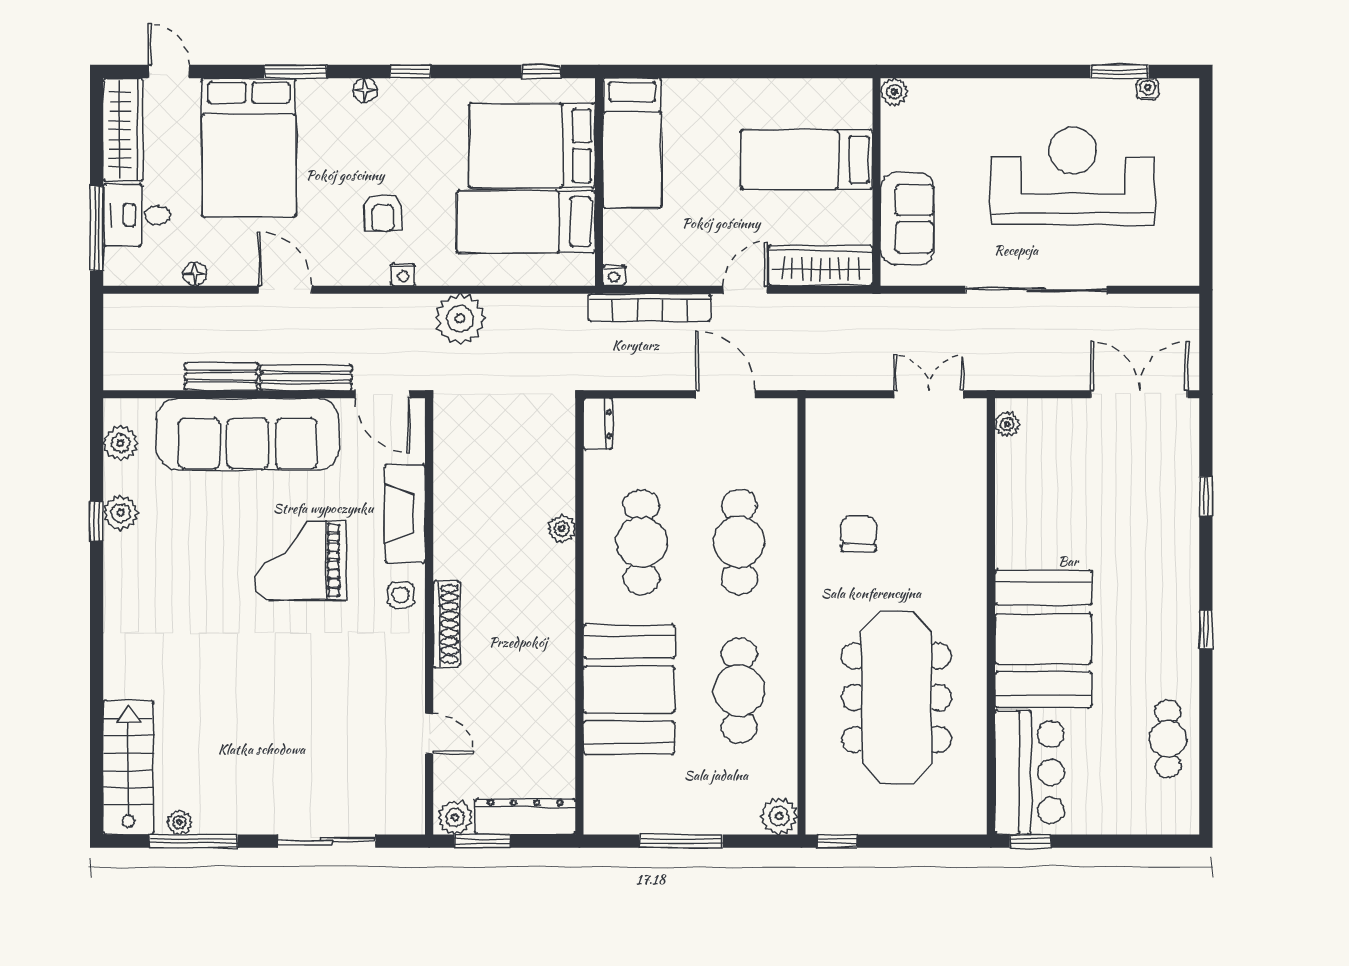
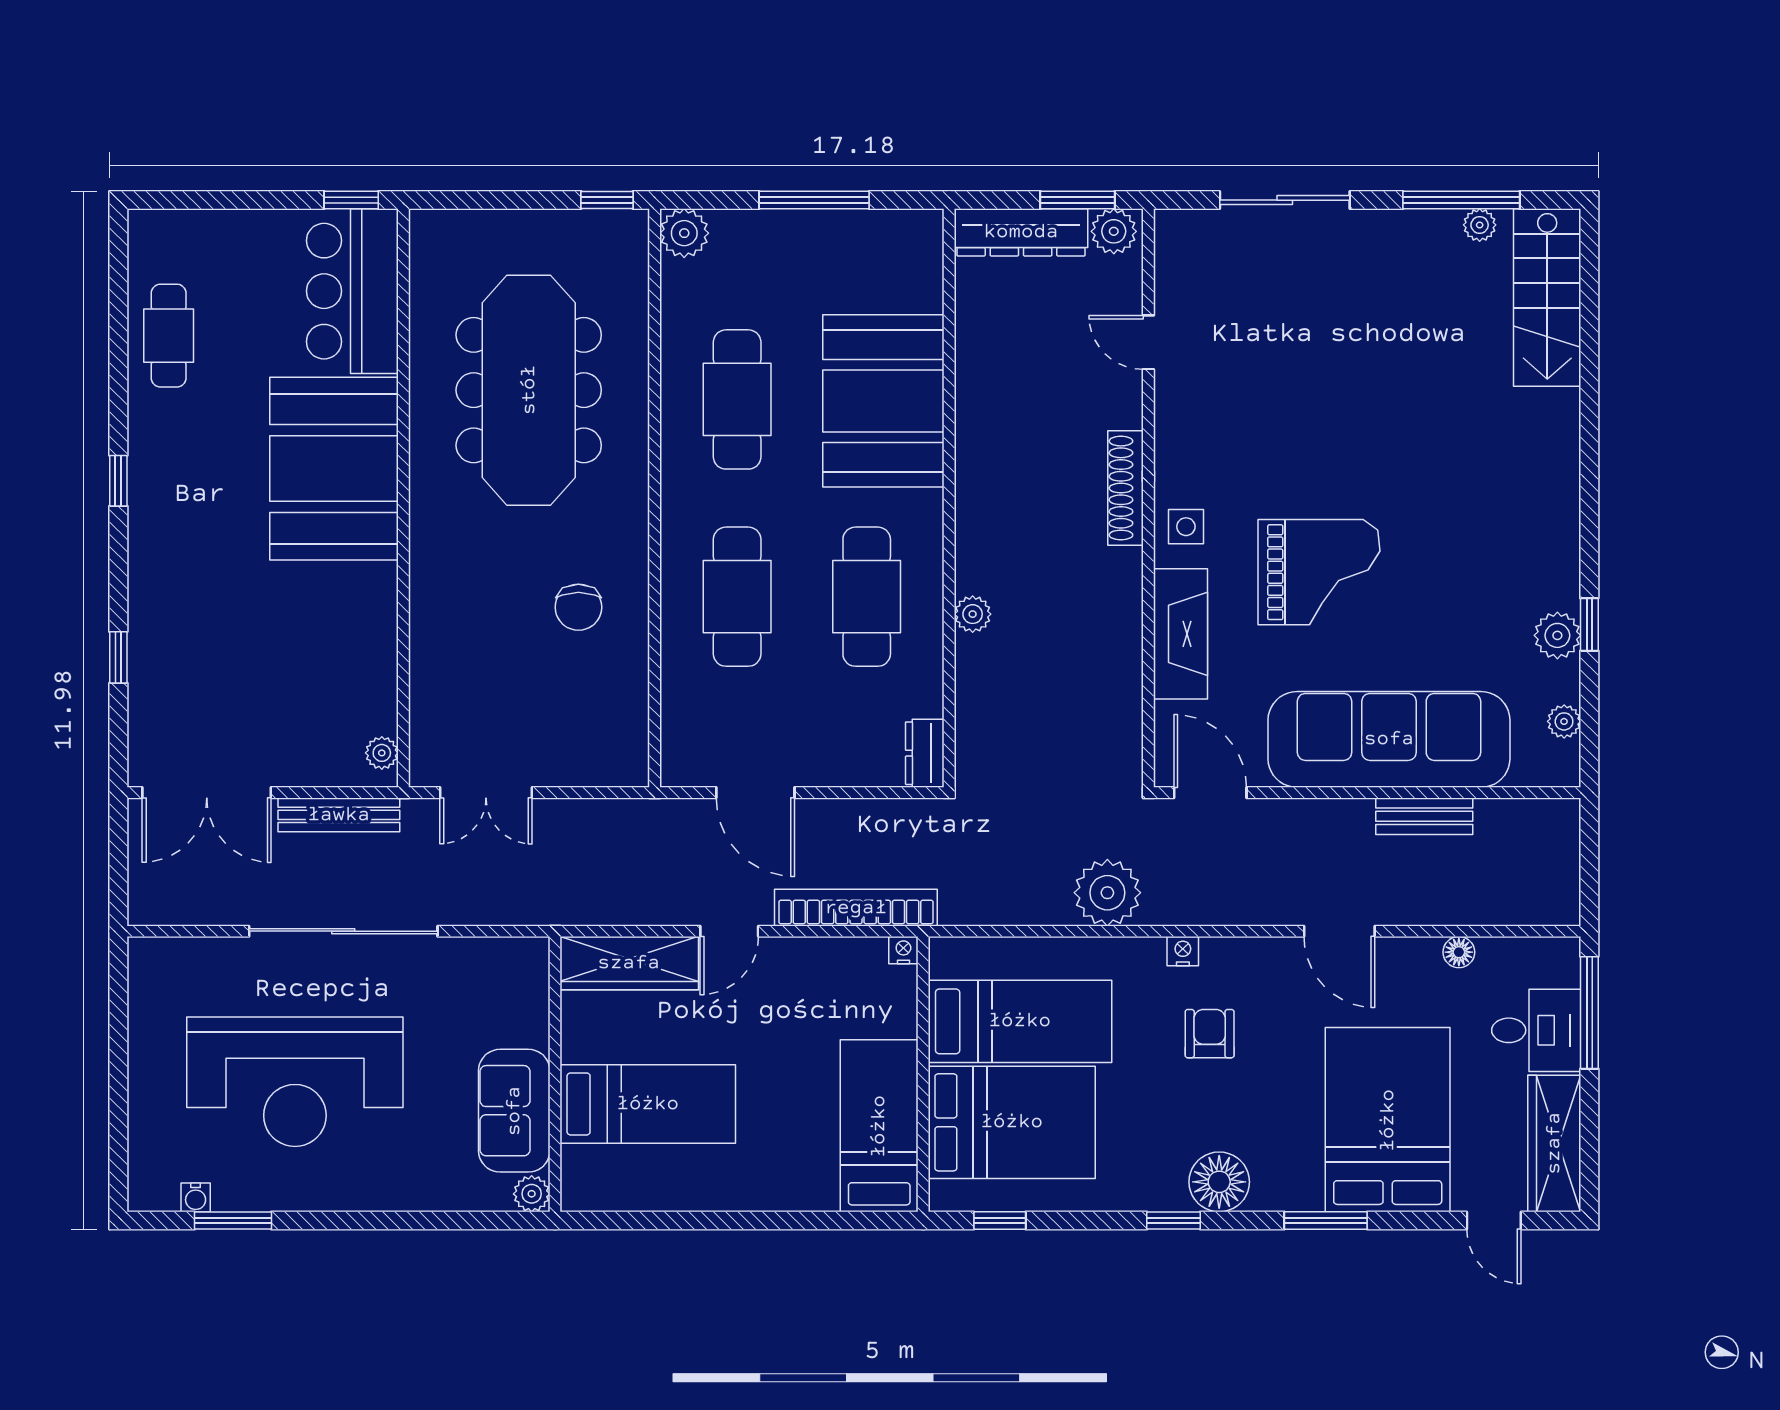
floor lamp: (365, 90) -> (1219, 1182), width x1.89, depth x1.89
sofa: (907, 219) -> (514, 1111), moved
bench: (306, 377) -> (339, 815), moved
plant: (120, 443) -> (1564, 721), width x0.73, depth x0.73

